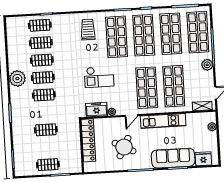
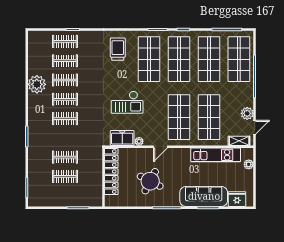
plant: (207, 65) -> (247, 113), moved
plant: (17, 79) -> (37, 84), moved
kitchen unit: (163, 121) -> (216, 155), moved
clothes rail: (48, 165) -> (65, 176), moved

